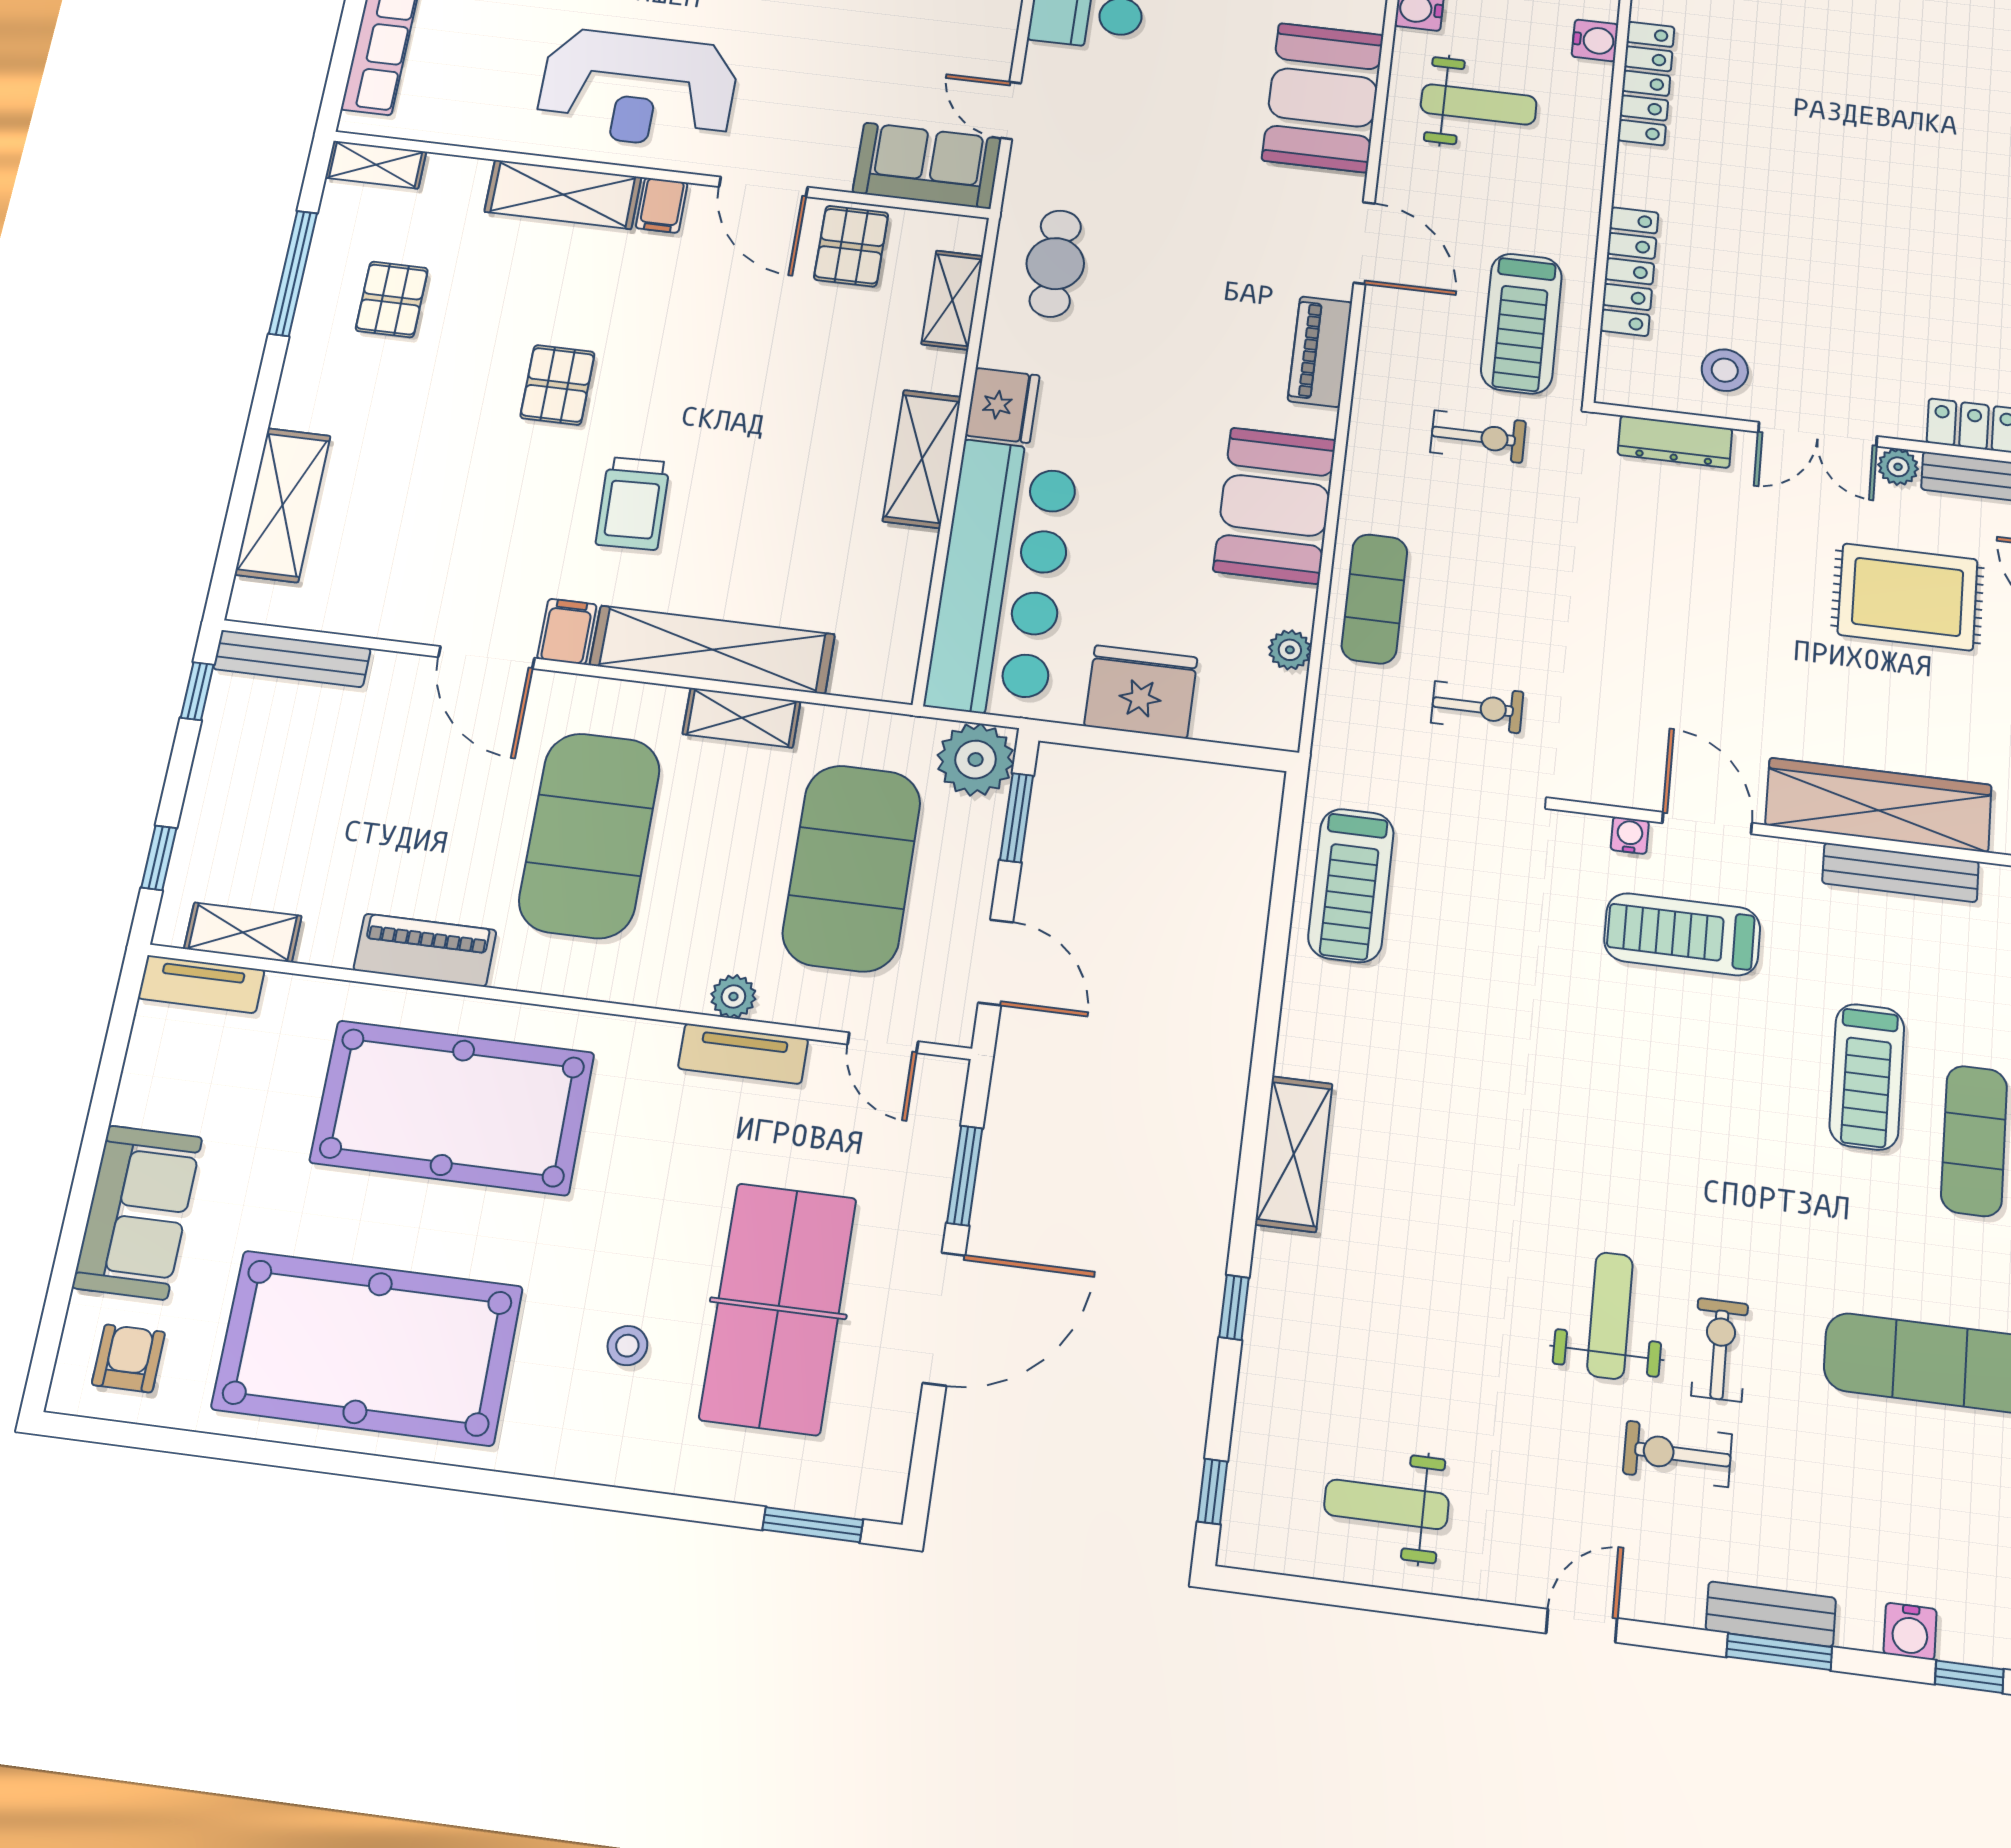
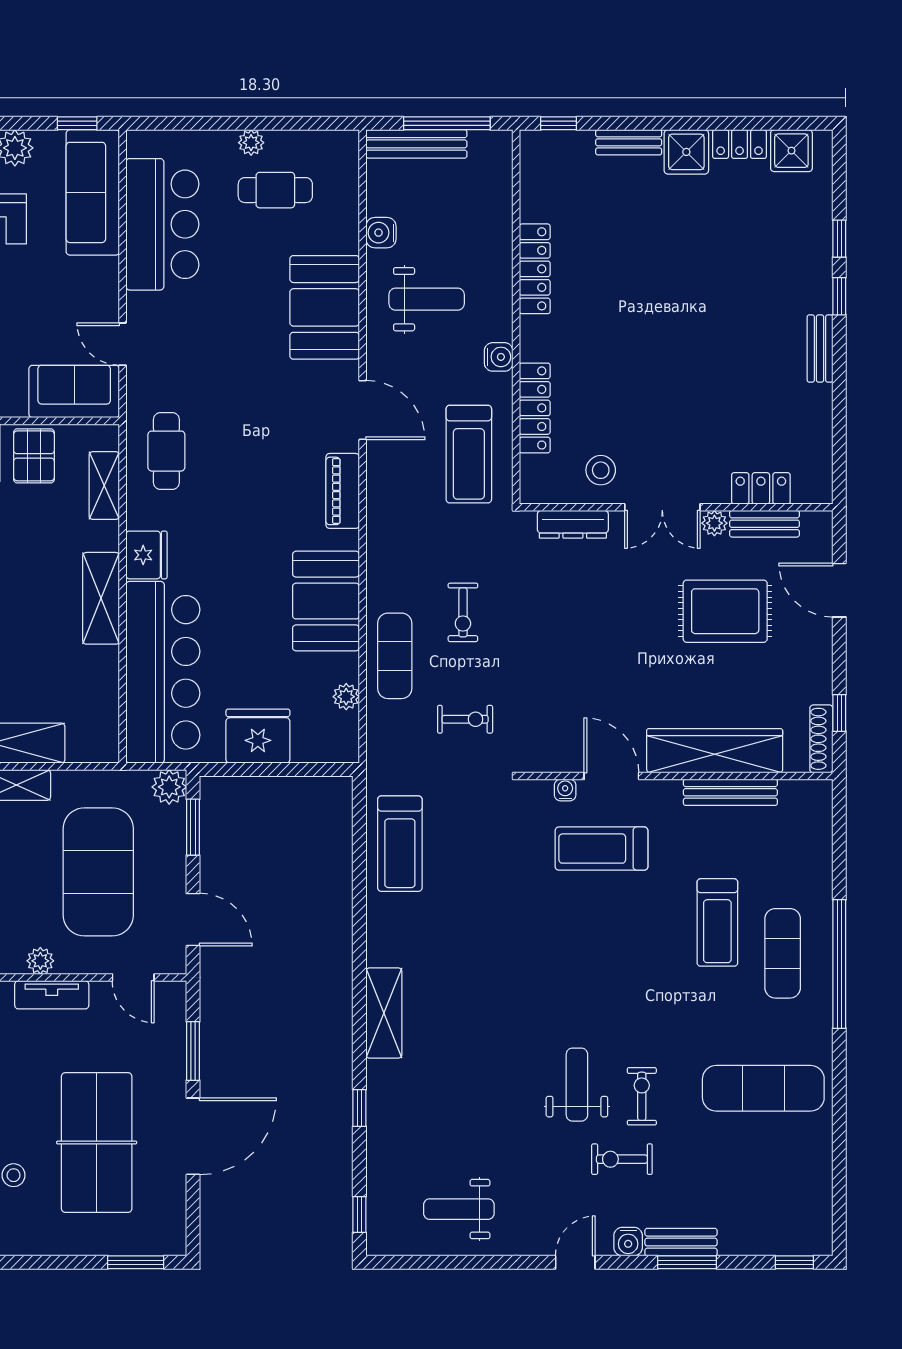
water cooler: (1595, 40) -> (499, 357), moved
exercise bike: (1478, 437) -> (463, 612), moved, turned 90
plant: (976, 760) -> (169, 787), width x0.73, depth x0.73
water cooler: (1910, 1631) -> (628, 1242), moved

